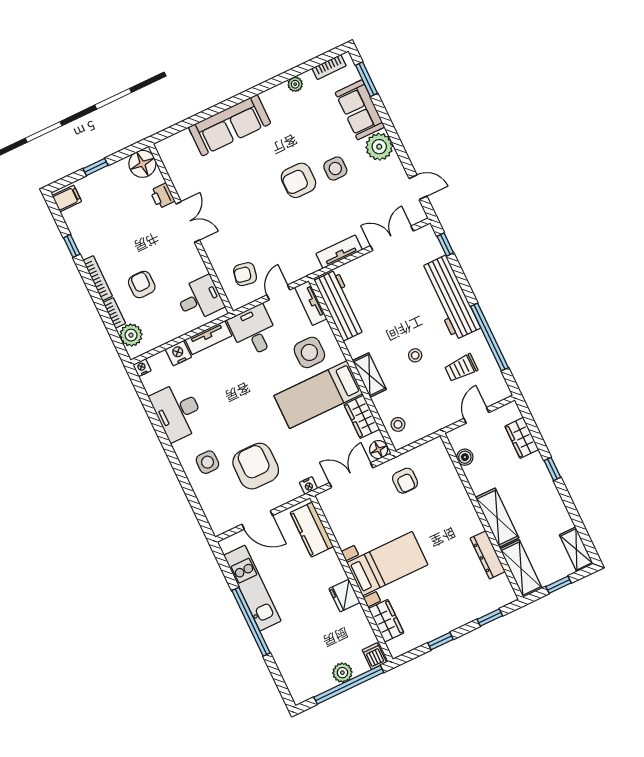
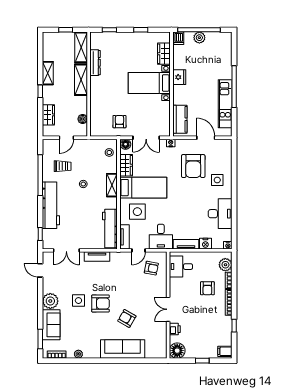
armchair: (246, 177) -> (127, 318), added
shelving: (576, 549) -> (48, 73), moved

